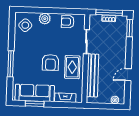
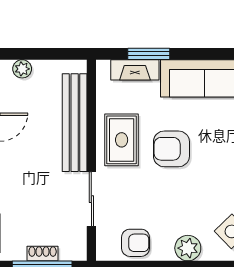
armchair: (50, 62) -> (171, 149), turned -90
window: (35, 104) -> (149, 54), moved

